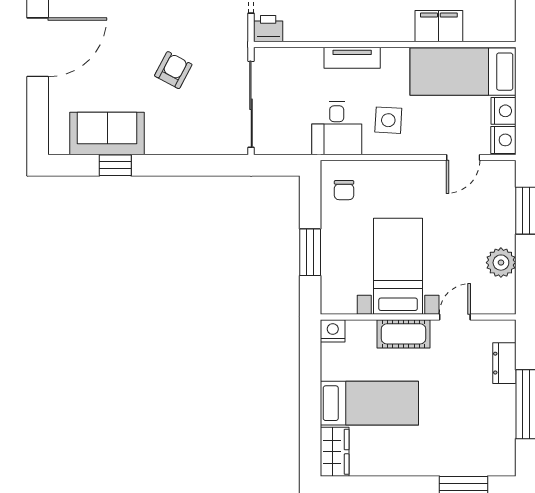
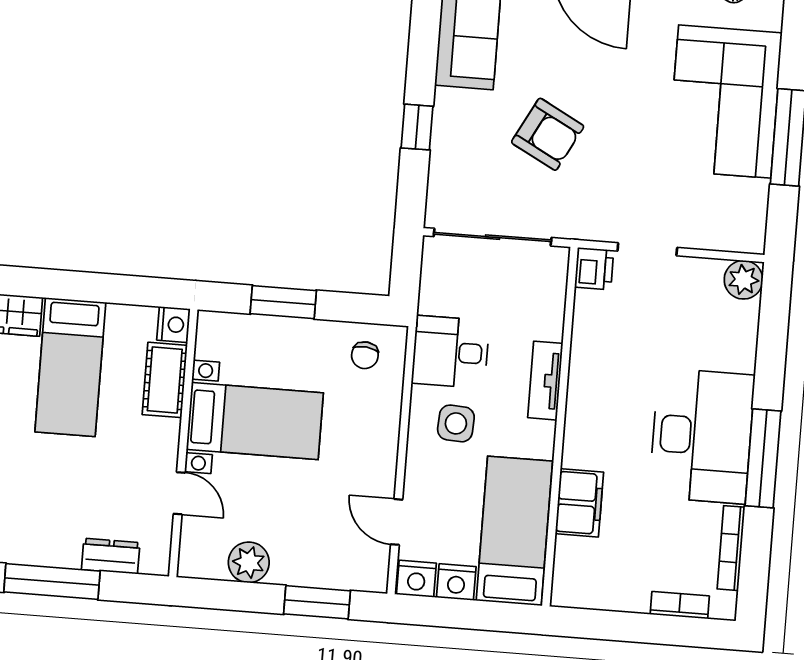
armchair: (173, 70) -> (548, 134), width x1.38, depth x1.38
window: (115, 165) -> (417, 127), moved
chair: (344, 190) -> (365, 355), turned -84
cot: (404, 334) -> (165, 380), moved

